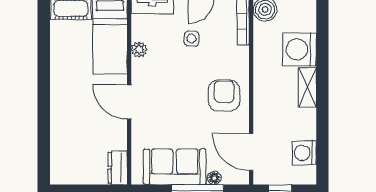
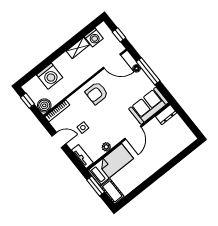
shelving: (307, 87) -> (78, 48), moved
door: (251, 152) -> (112, 61), hinge flipped
sofa: (175, 167) -> (149, 106), moved, turned 90

